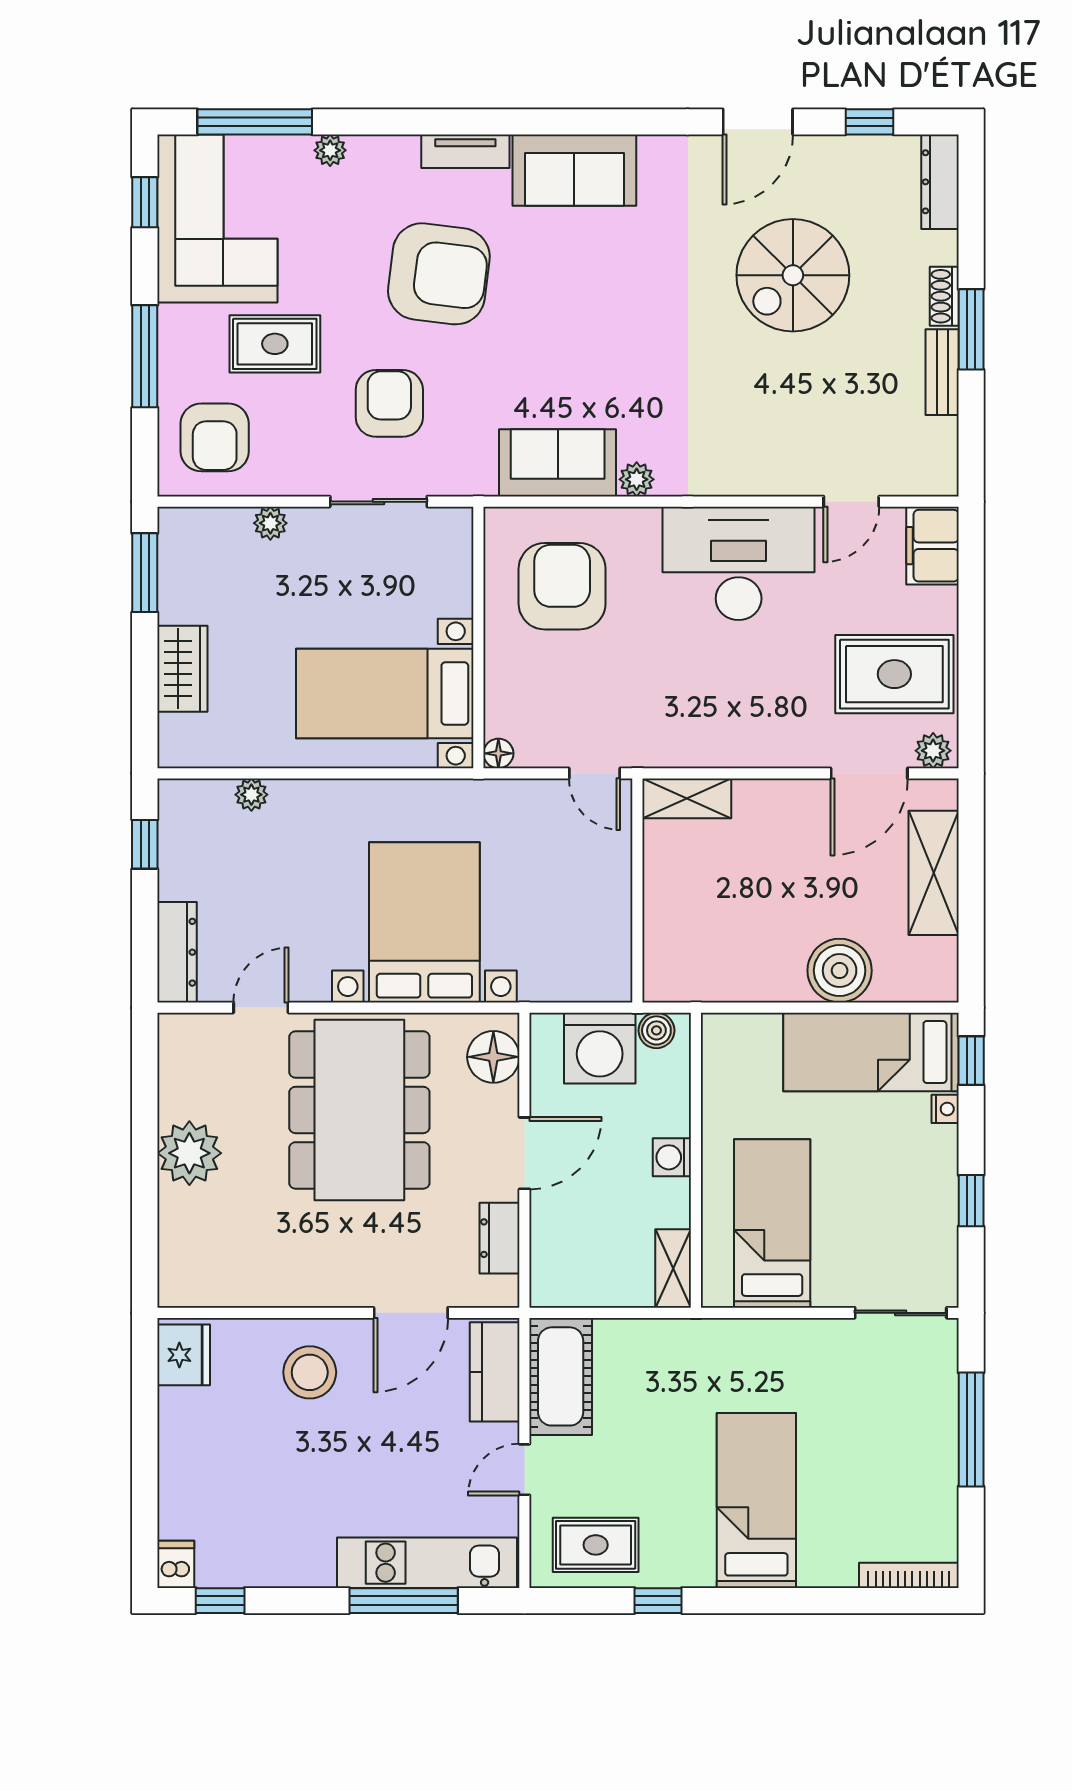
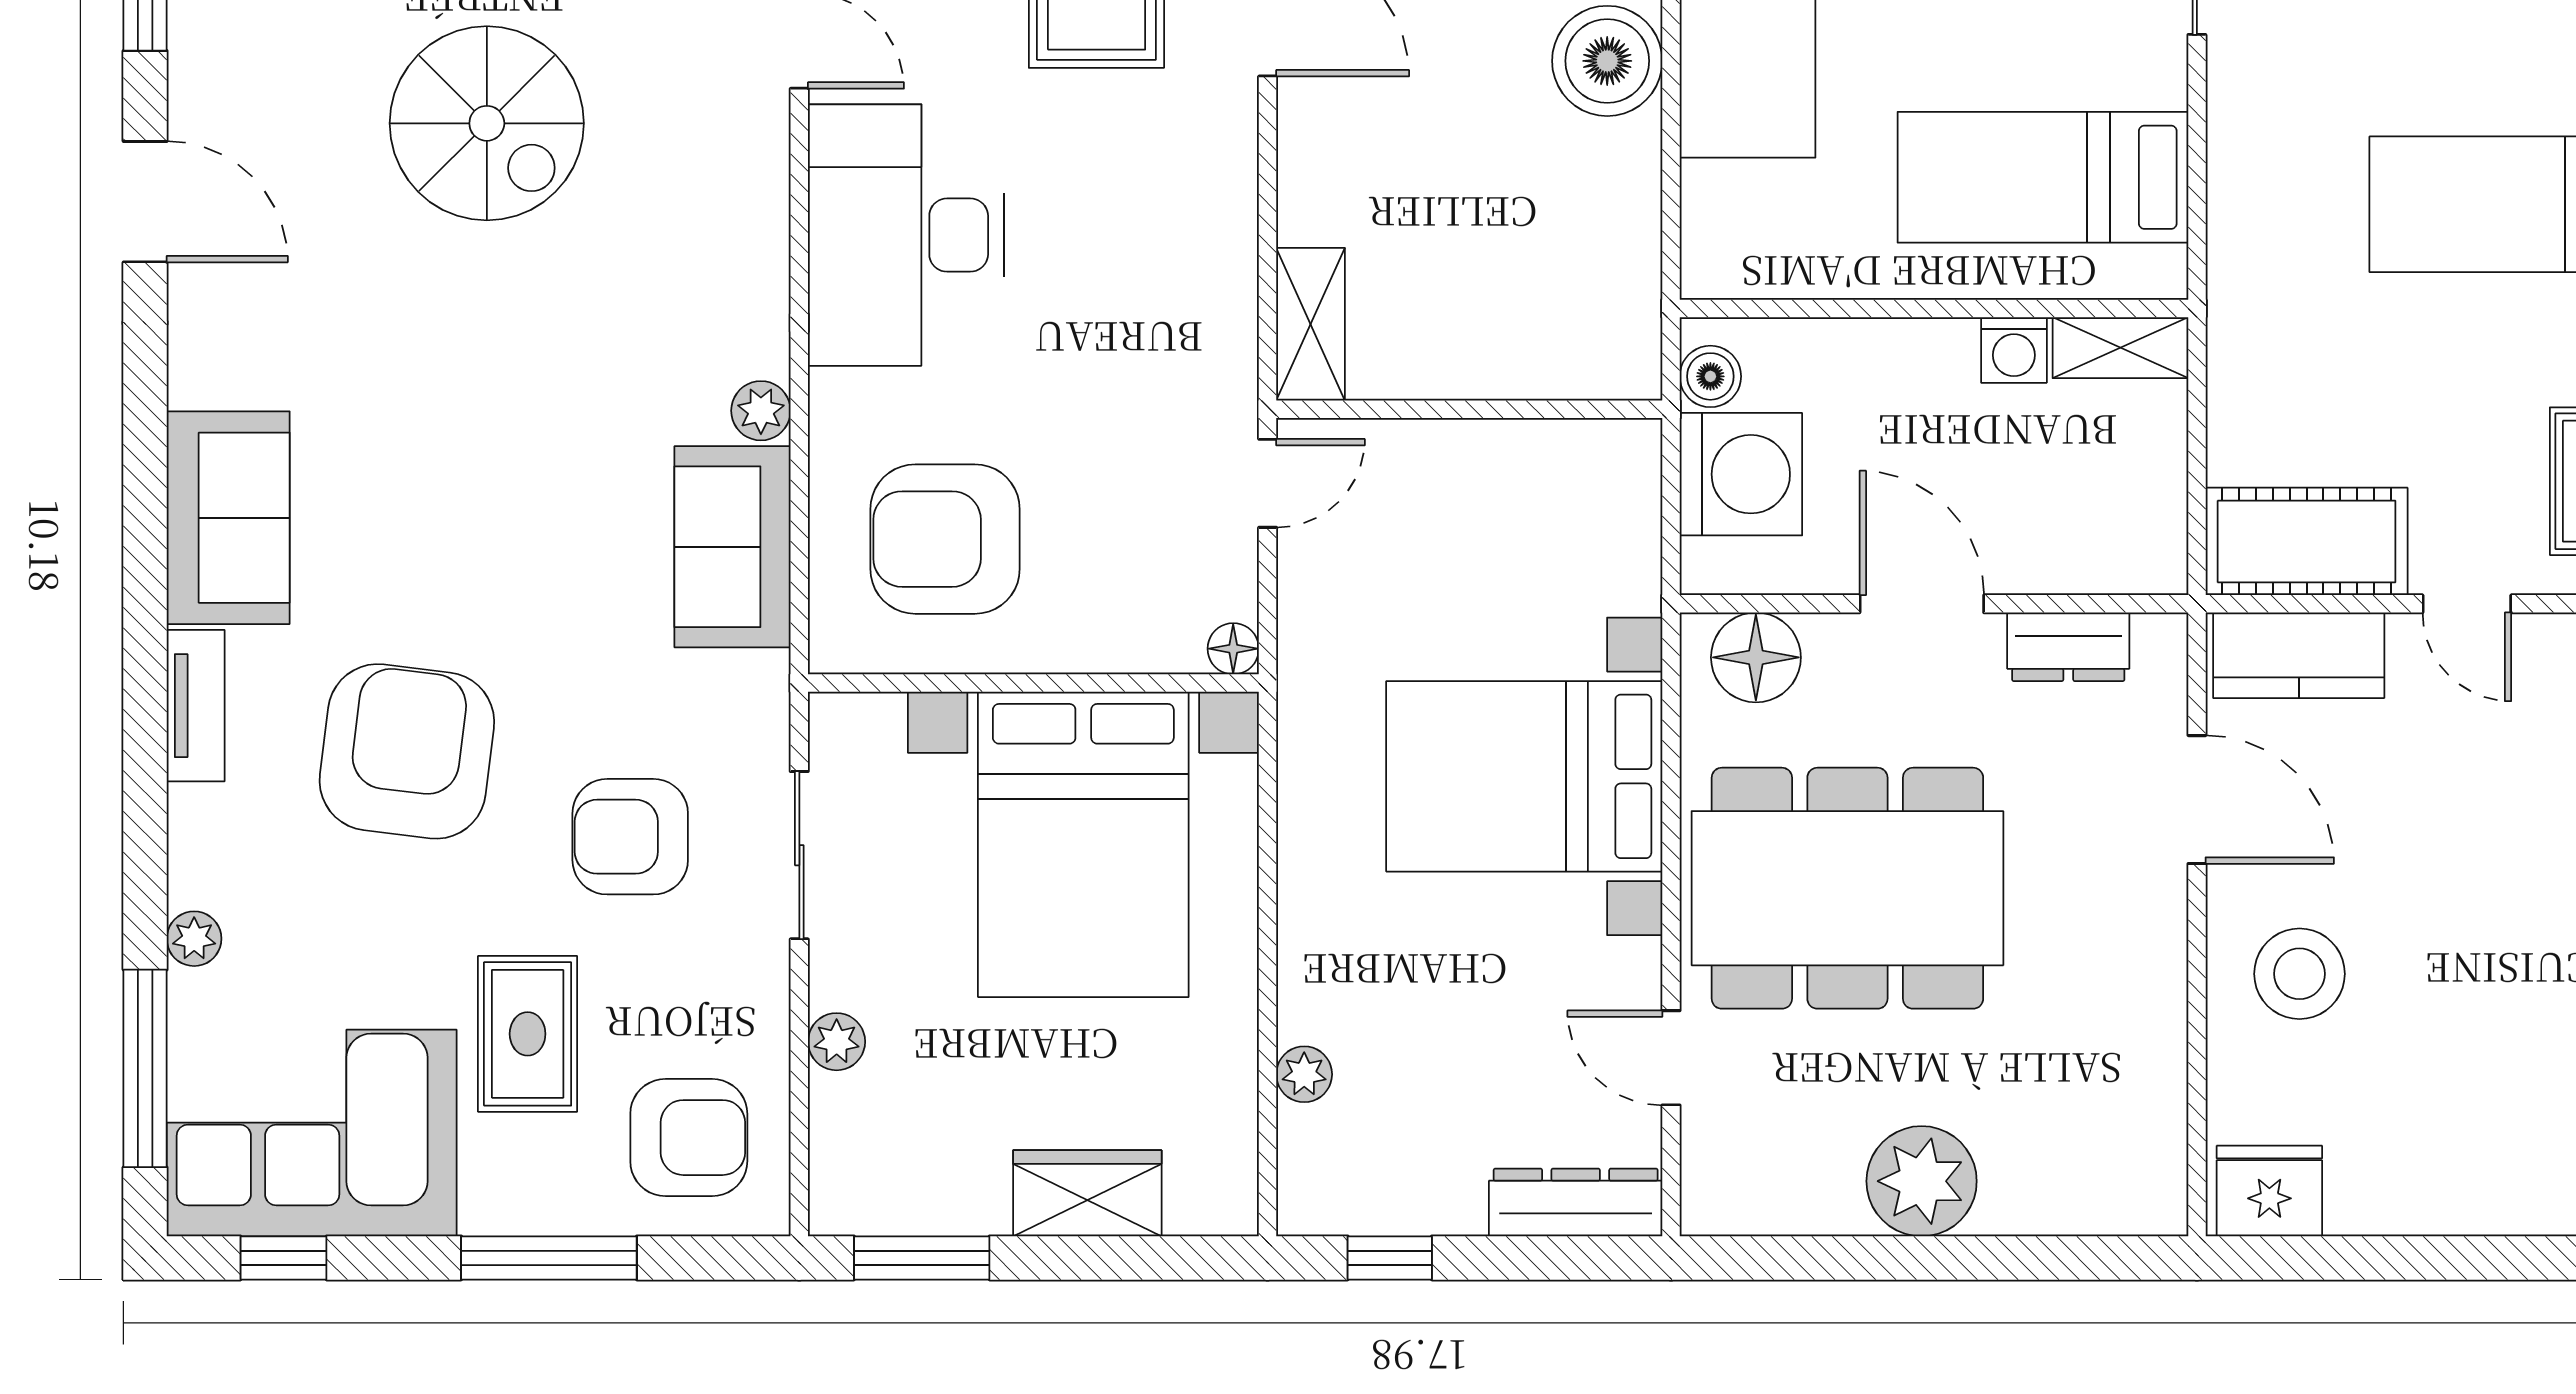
spiral stairs: (793, 275) -> (487, 123), moved
bed with nightstands: (385, 693) -> (1083, 844), width x1.36
washing machine: (672, 1157) -> (2014, 350), moved

